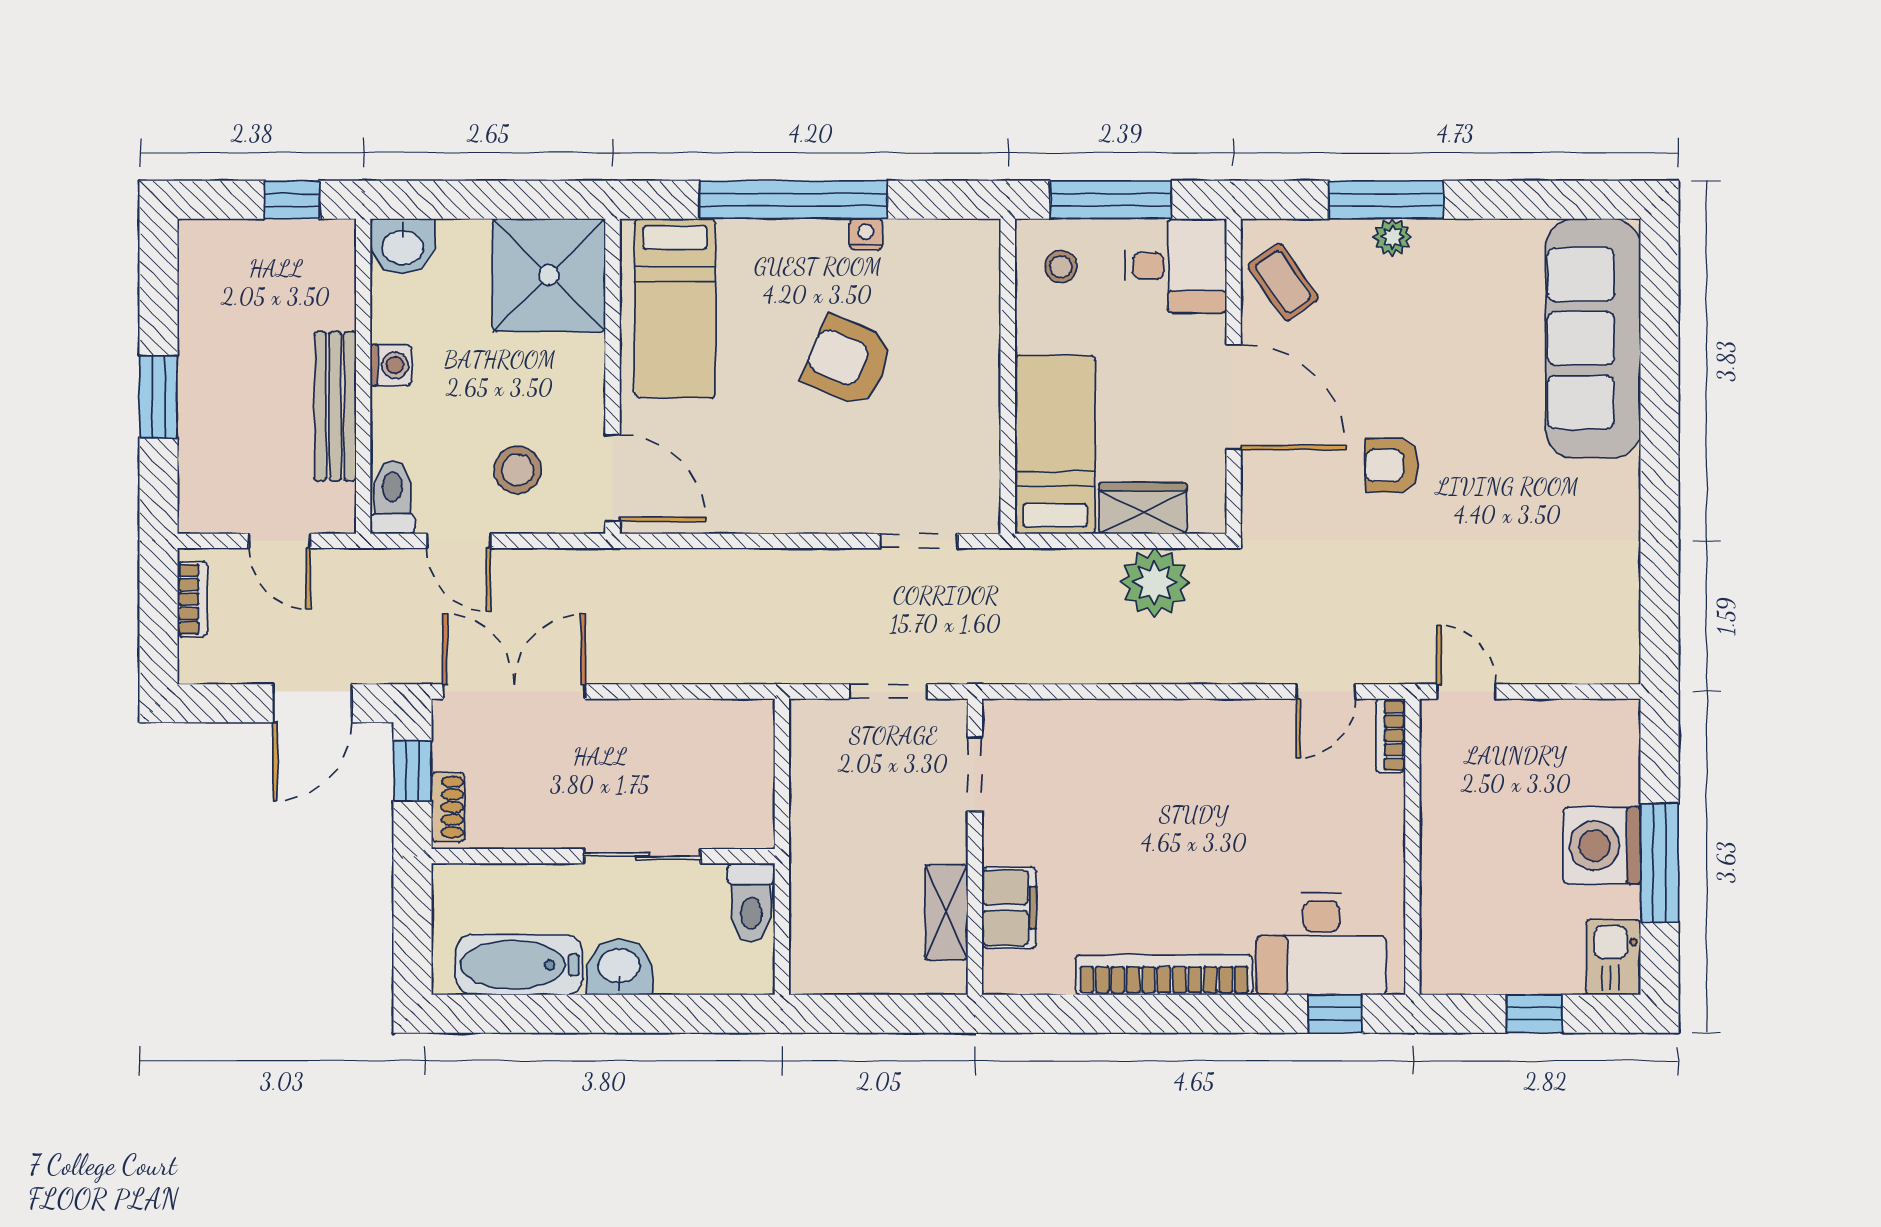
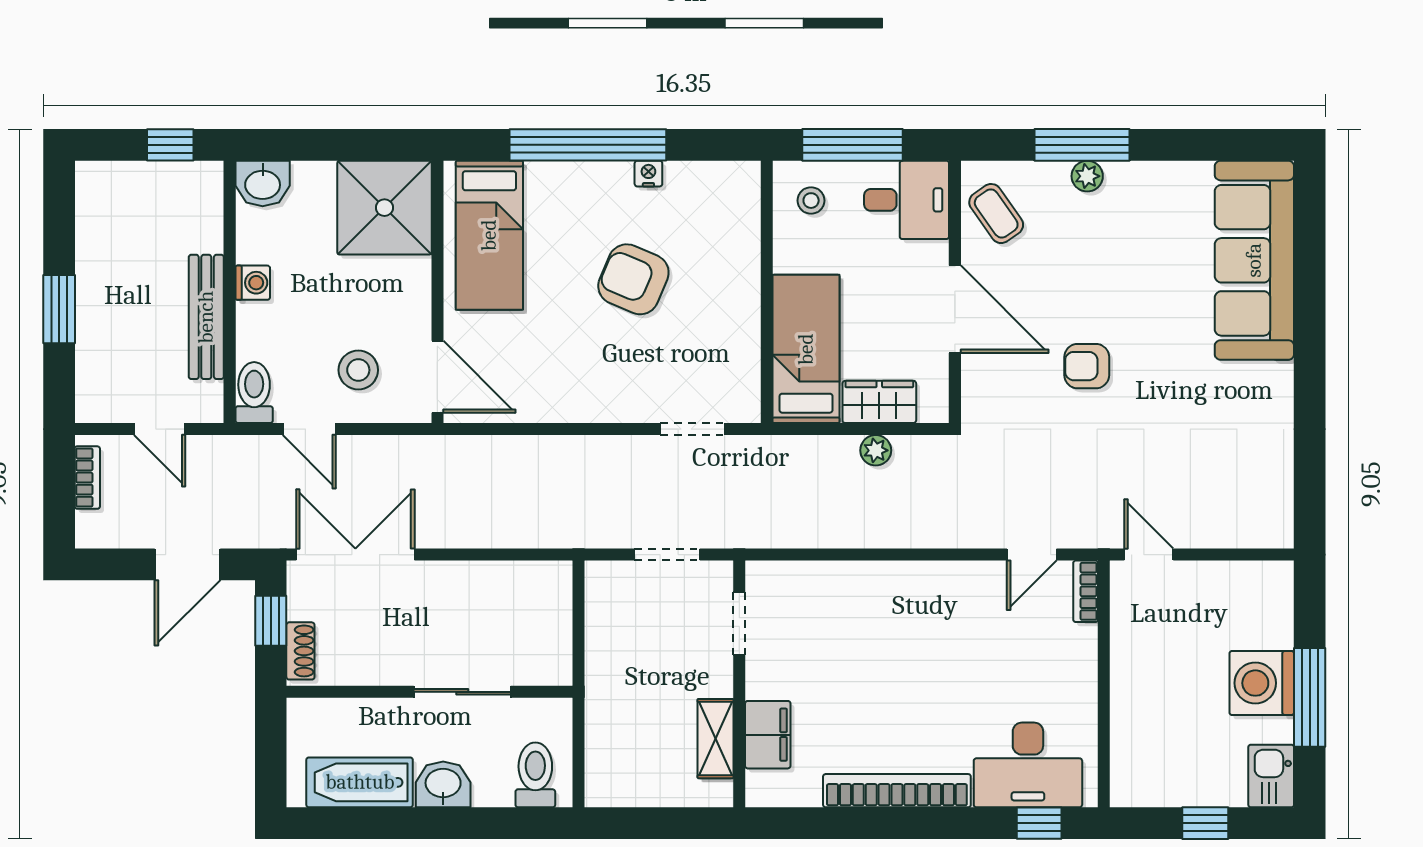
plant: (1155, 582) -> (876, 450), width x0.53, depth x0.53
toilet: (751, 902) -> (535, 775), moved, turned 180

